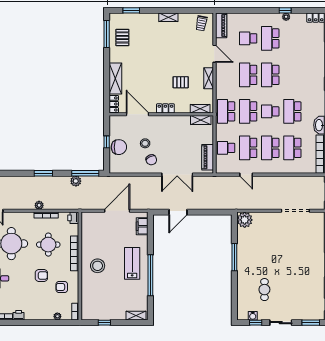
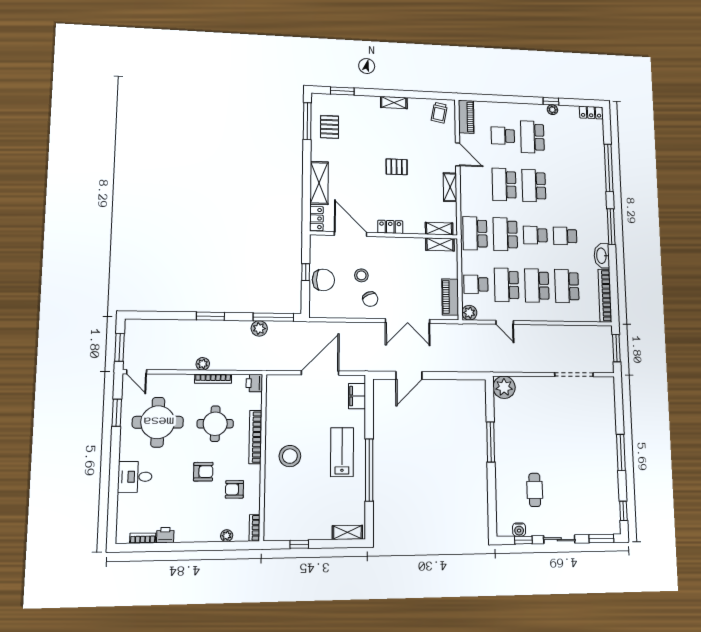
pallet: (181, 82) -> (397, 167), moved
school desk: (292, 111) -> (565, 236), width x0.54
plant: (221, 168) -> (469, 313), added

